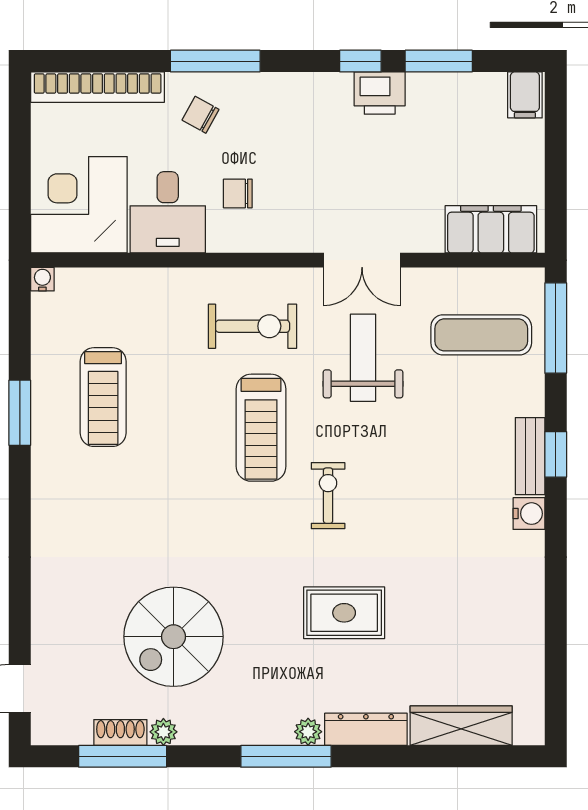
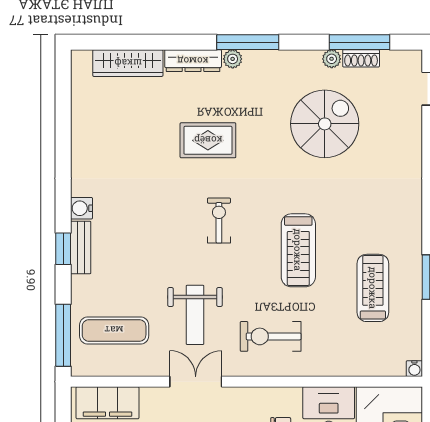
treadmill: (261, 428) -> (298, 250), moved, turned 180
exercise bike: (328, 496) -> (219, 220), turned 180

